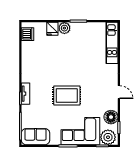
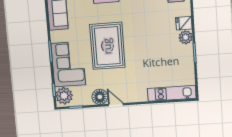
door: (119, 92) -> (116, 105), swing flipped
rug: (67, 96) -> (107, 46), width x1.37, depth x1.44
floor lamp: (111, 117) -> (100, 97), moved

